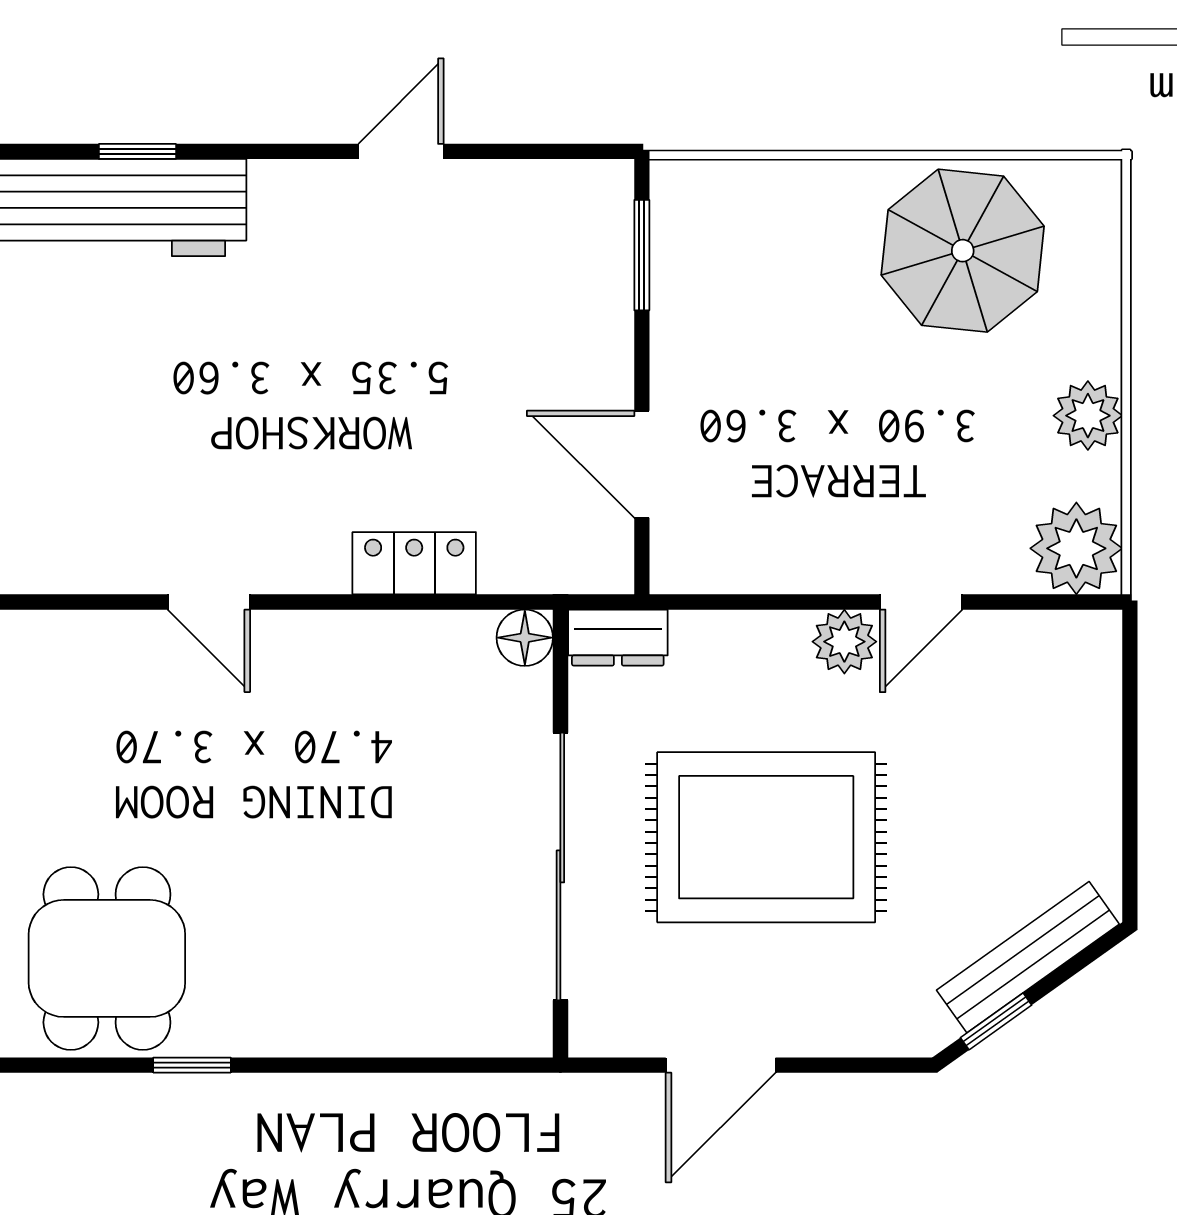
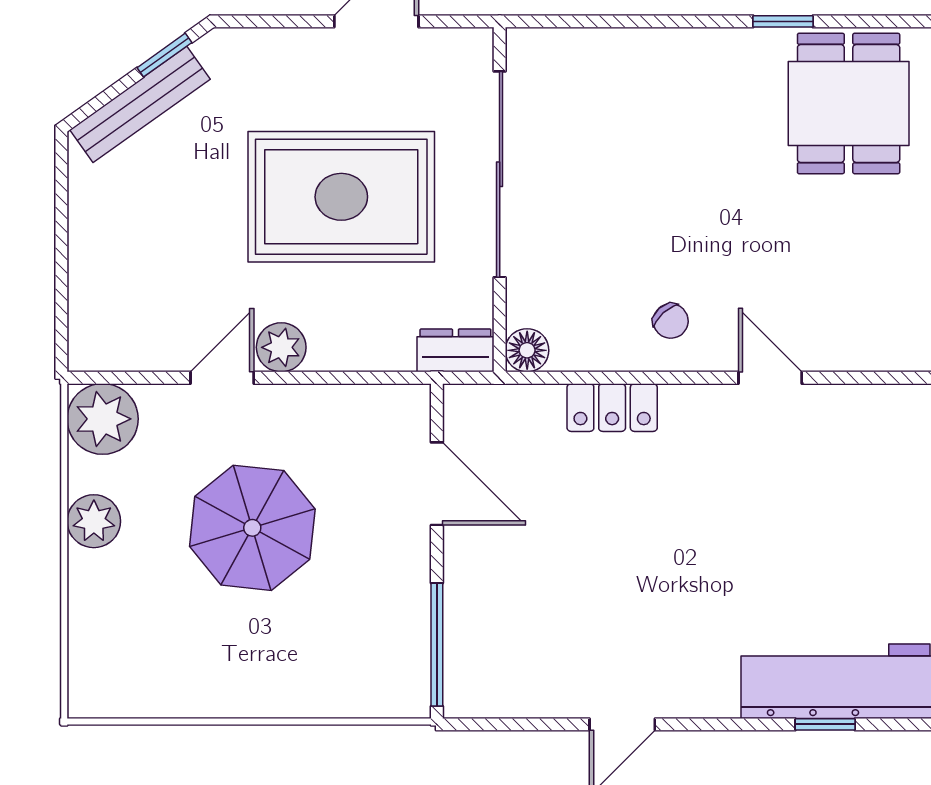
parasol: (963, 251) -> (252, 528), moved
window: (642, 255) -> (437, 645), width x1.44
chair: (338, 676) -> (671, 321), added

